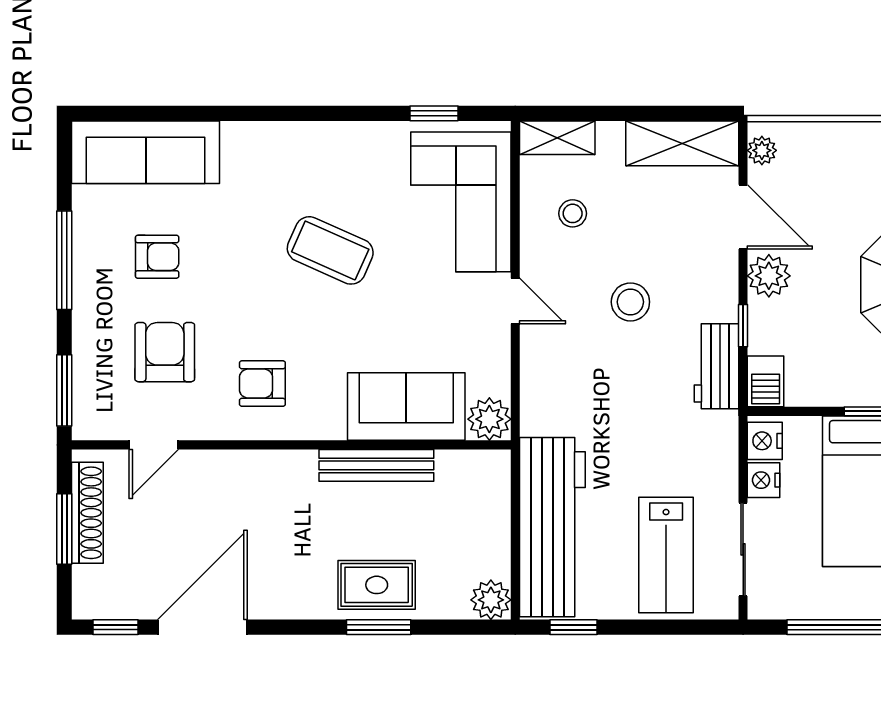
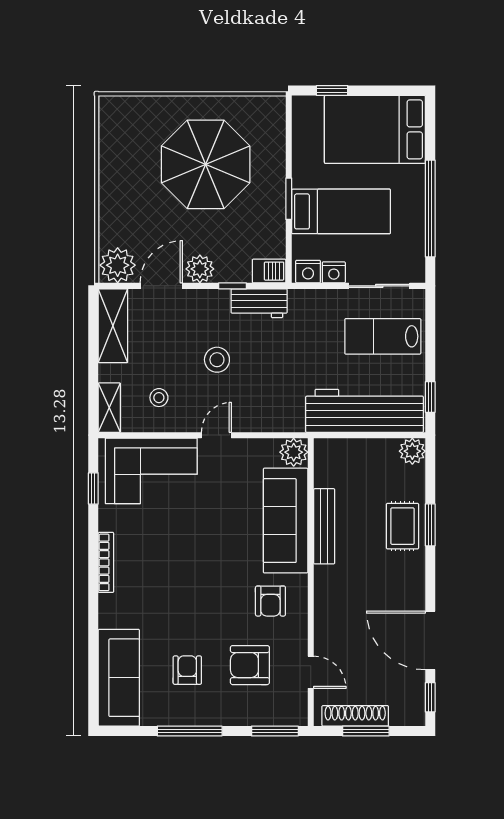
bookcase: (321, 133) -> (106, 562), added
plant: (762, 150) -> (118, 265), width x1.88, depth x1.88
coffee table: (330, 250) -> (183, 557), removed
sofa: (406, 407) -> (286, 521), width x1.36
lab bench: (666, 555) -> (383, 336), turned 180

